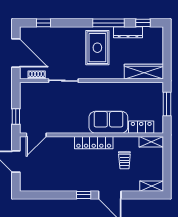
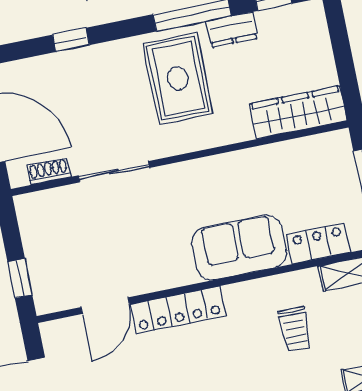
window: (43, 23) -> (71, 40), moved
dresser: (128, 32) -> (232, 30), width x0.70
door: (36, 135) -> (105, 306), moved
locker: (94, 143) -> (178, 310), moved

